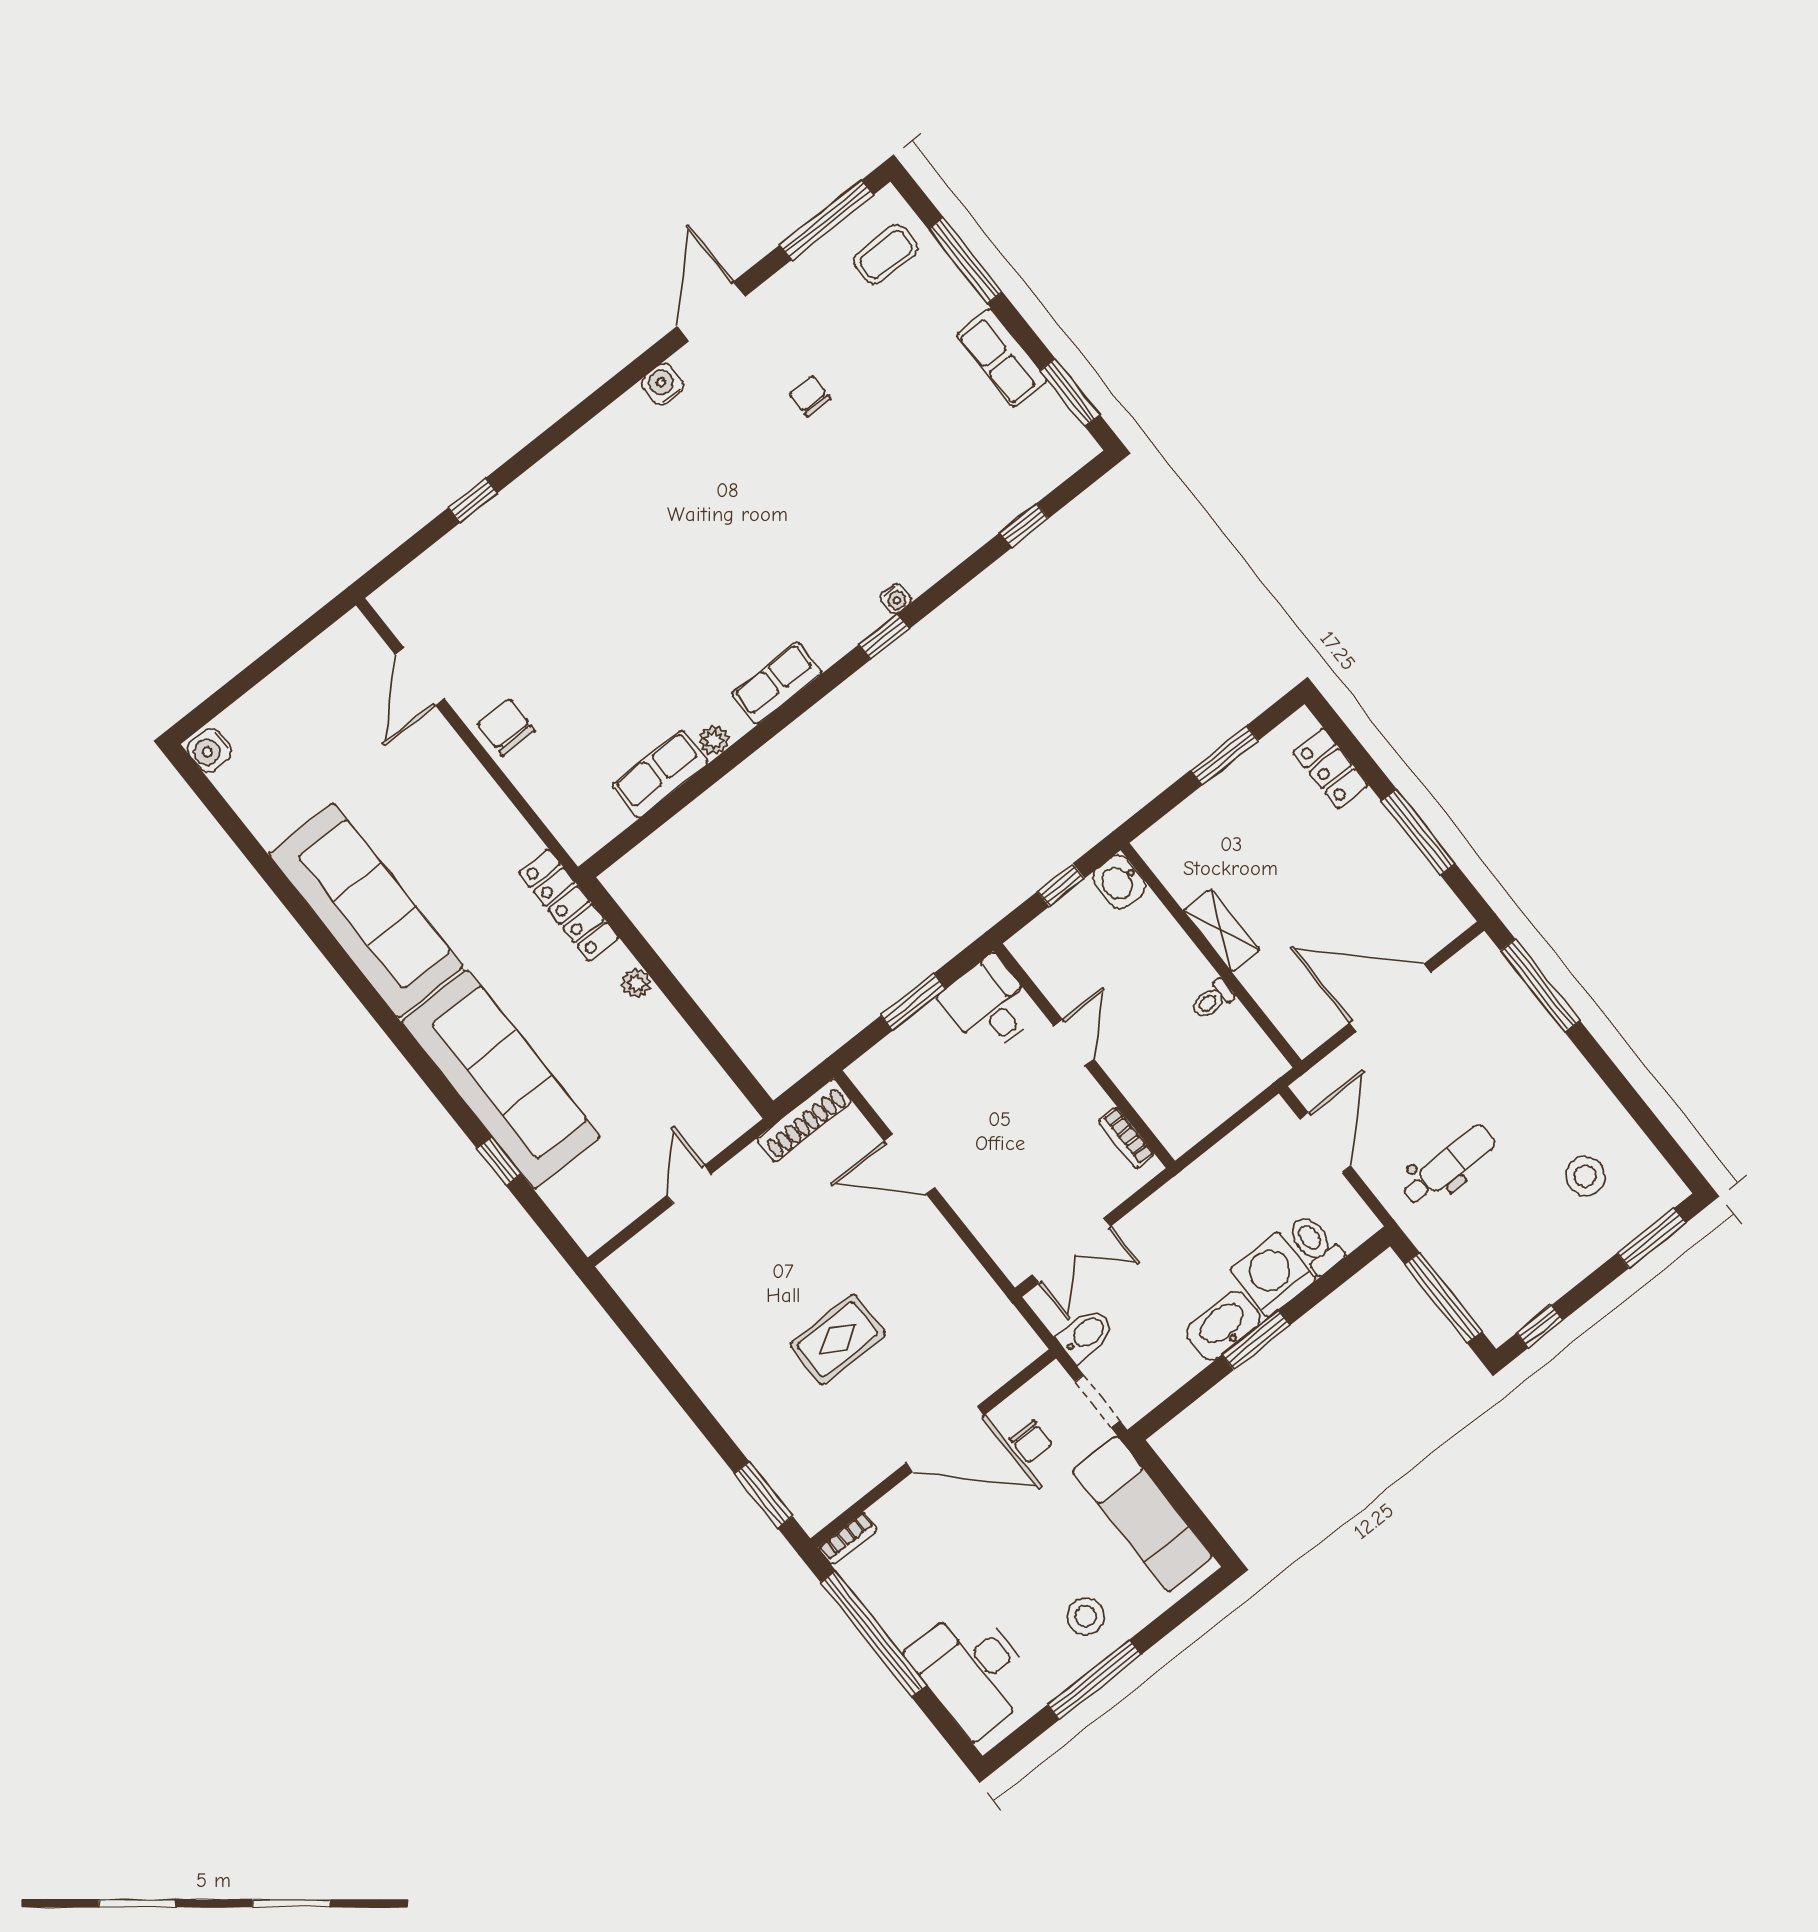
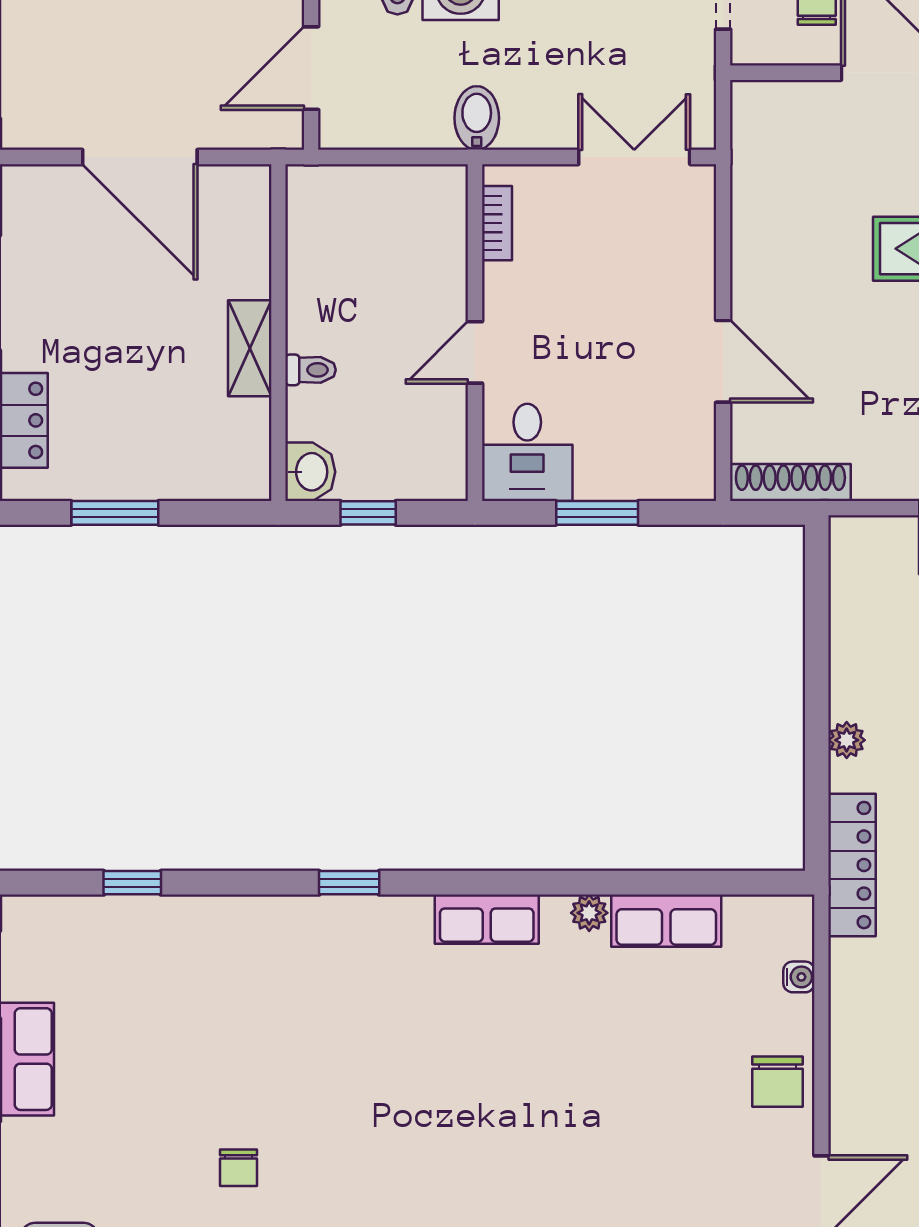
water cooler: (896, 599) -> (799, 977), moved, turned 90
toilet: (1212, 999) -> (310, 370), moved
bidet: (1085, 1335) -> (477, 118), moved, turned 90

